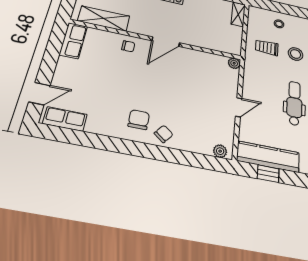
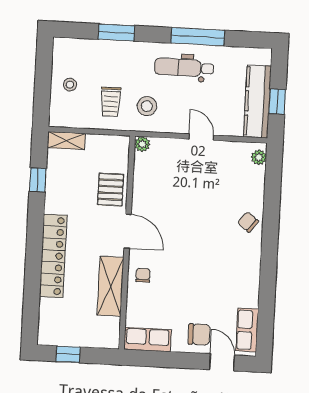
shelving: (104, 18) -> (110, 286), moved
pallet: (200, 36) -> (111, 190), added
stool: (296, 54) -> (147, 106), moved
chair: (139, 120) -> (199, 334), moved, turned 180

